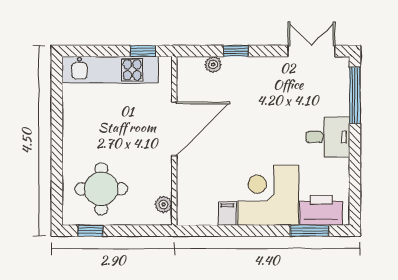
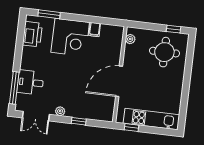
plant: (213, 65) -> (60, 111), moved
desk: (328, 137) -> (30, 82), moved
printer: (321, 210) -> (32, 34), moved, turned -90

